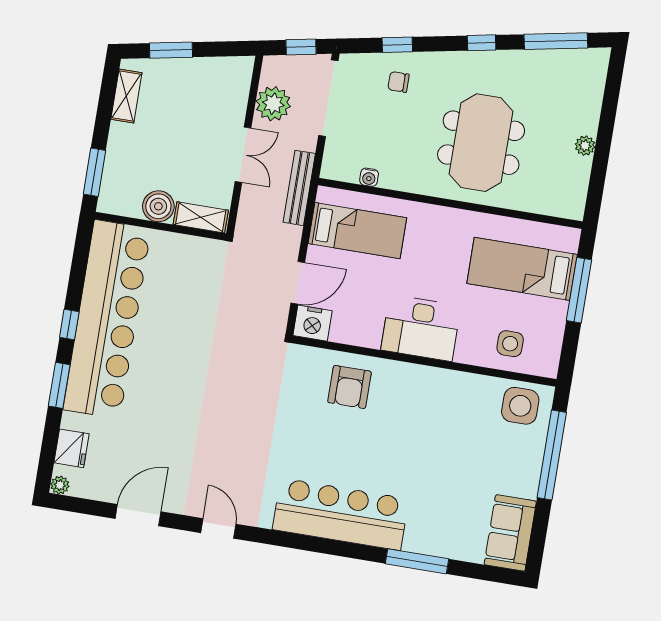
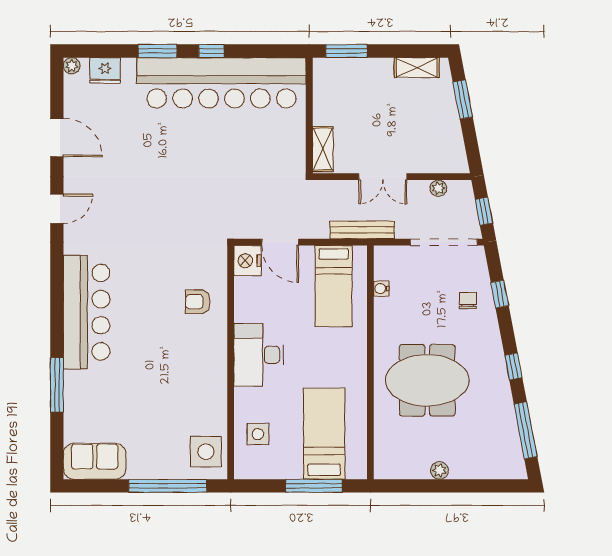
plant: (273, 104) -> (438, 188), width x0.53, depth x0.53
boiler: (158, 206) -> (326, 111), removed
armchair: (349, 387) -> (198, 302), width x0.72, depth x0.72

